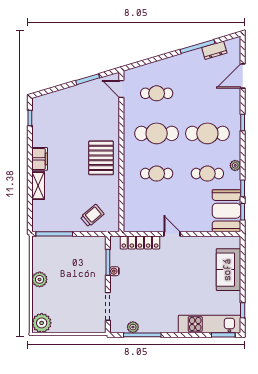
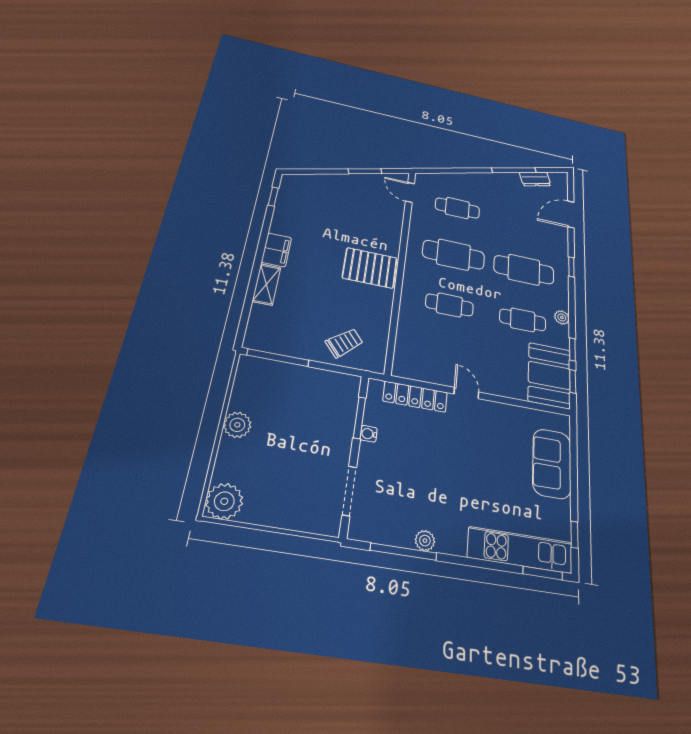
pallet: (101, 158) -> (370, 268), turned 90
plant: (133, 327) -> (425, 541), moved

